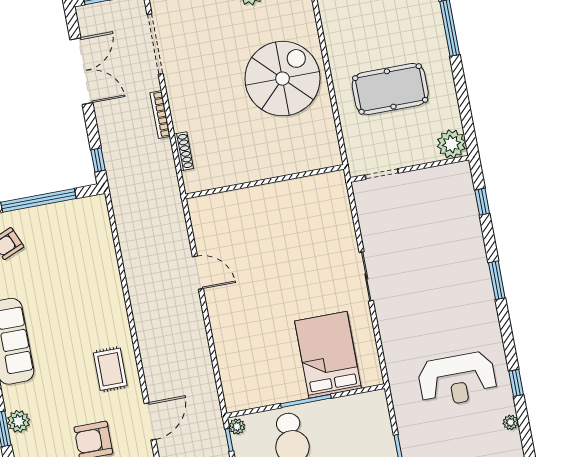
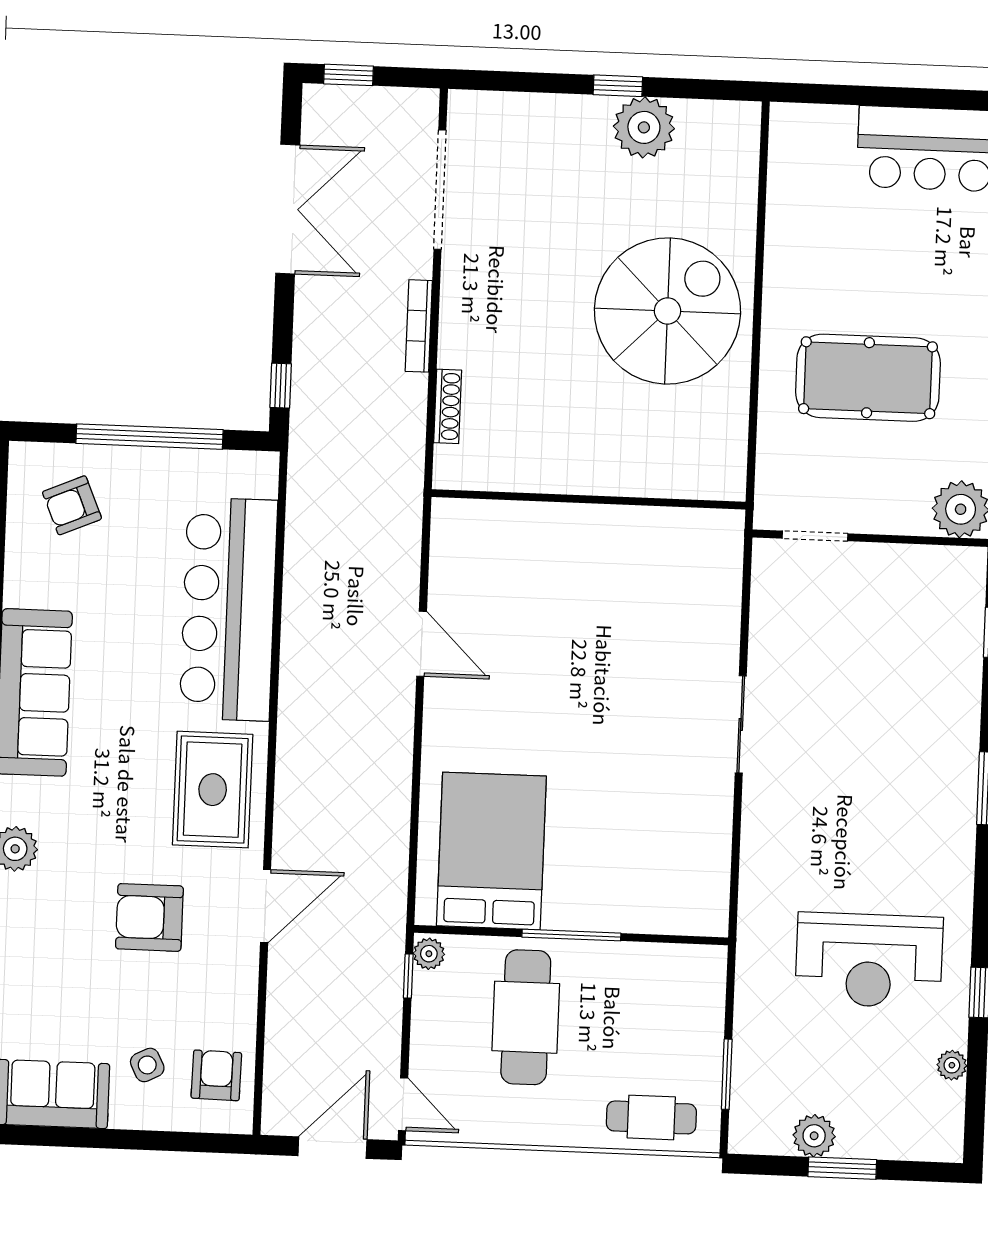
bar counter: (98, 277) -> (228, 609), added
bed: (328, 355) -> (491, 851), moved
rug: (110, 369) -> (213, 790), width x1.36, depth x1.43

